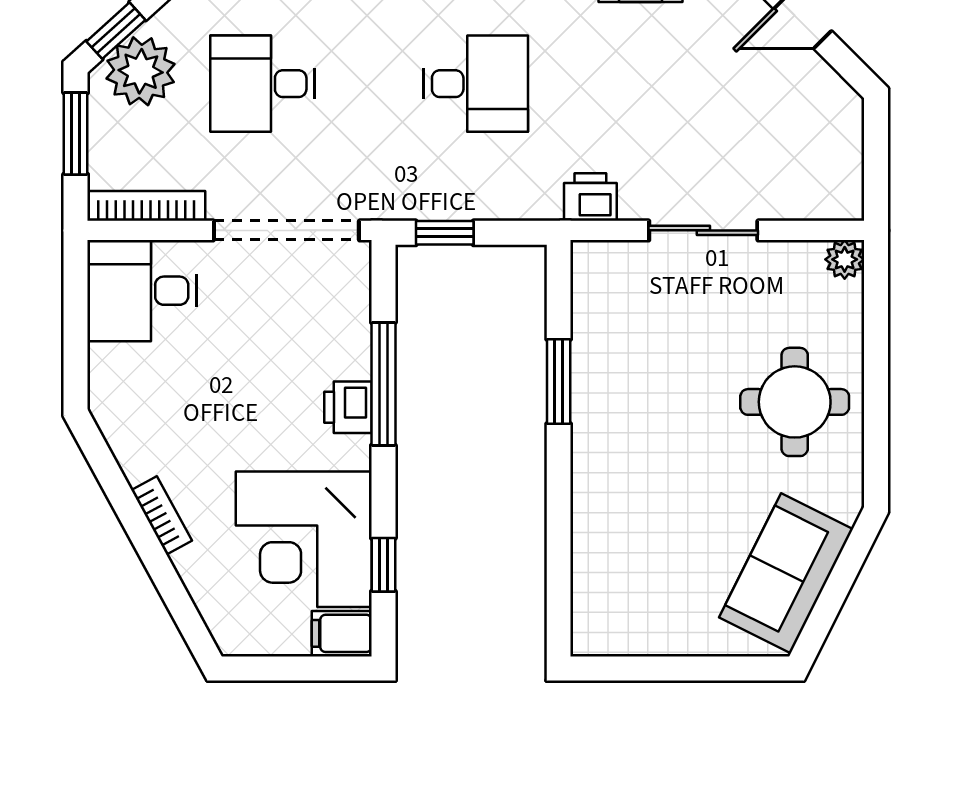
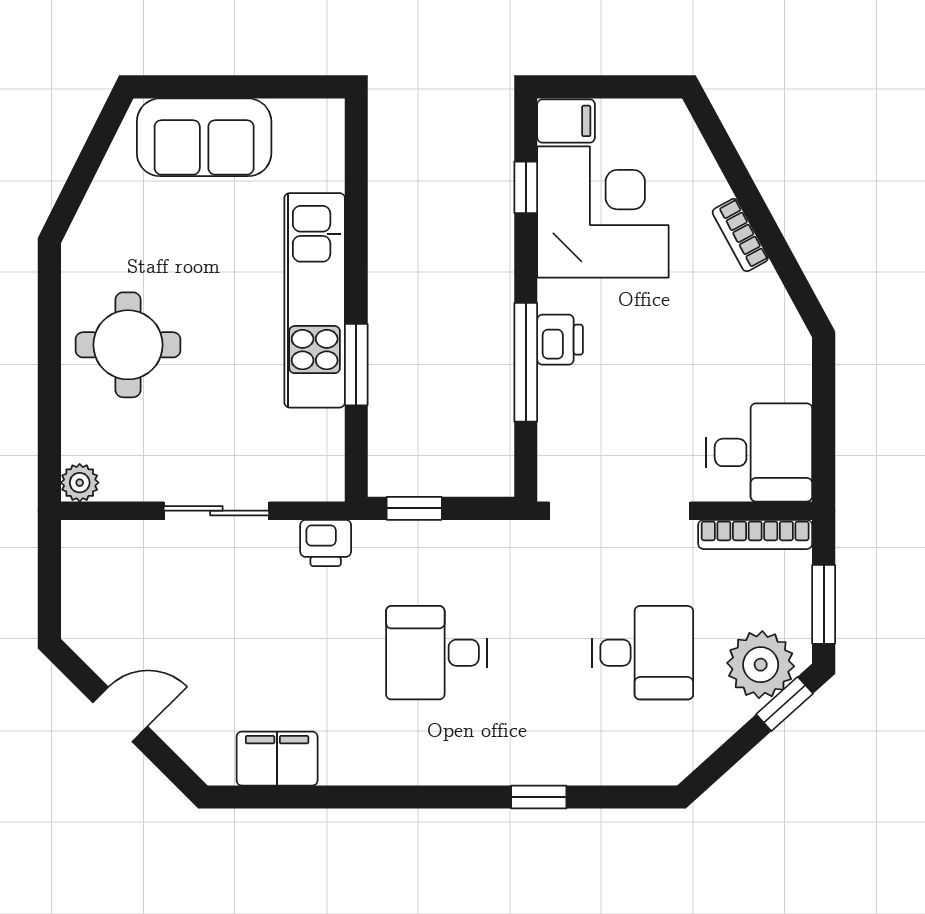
window: (445, 233) -> (414, 508), moved
kitchen unit: (602, 448) -> (315, 300), added
sofa: (786, 573) -> (204, 137), moved, turned 63

